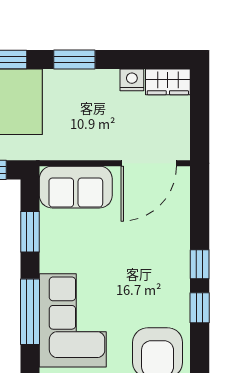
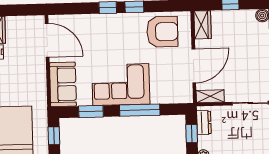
corner sofa: (73, 320) -> (121, 85), moved

